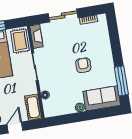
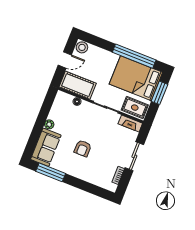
armchair: (83, 65) -> (83, 148), turned 90
cot: (33, 107) -> (78, 85), width x1.37, depth x1.34
door: (15, 128) -> (65, 60), hinge flipped

